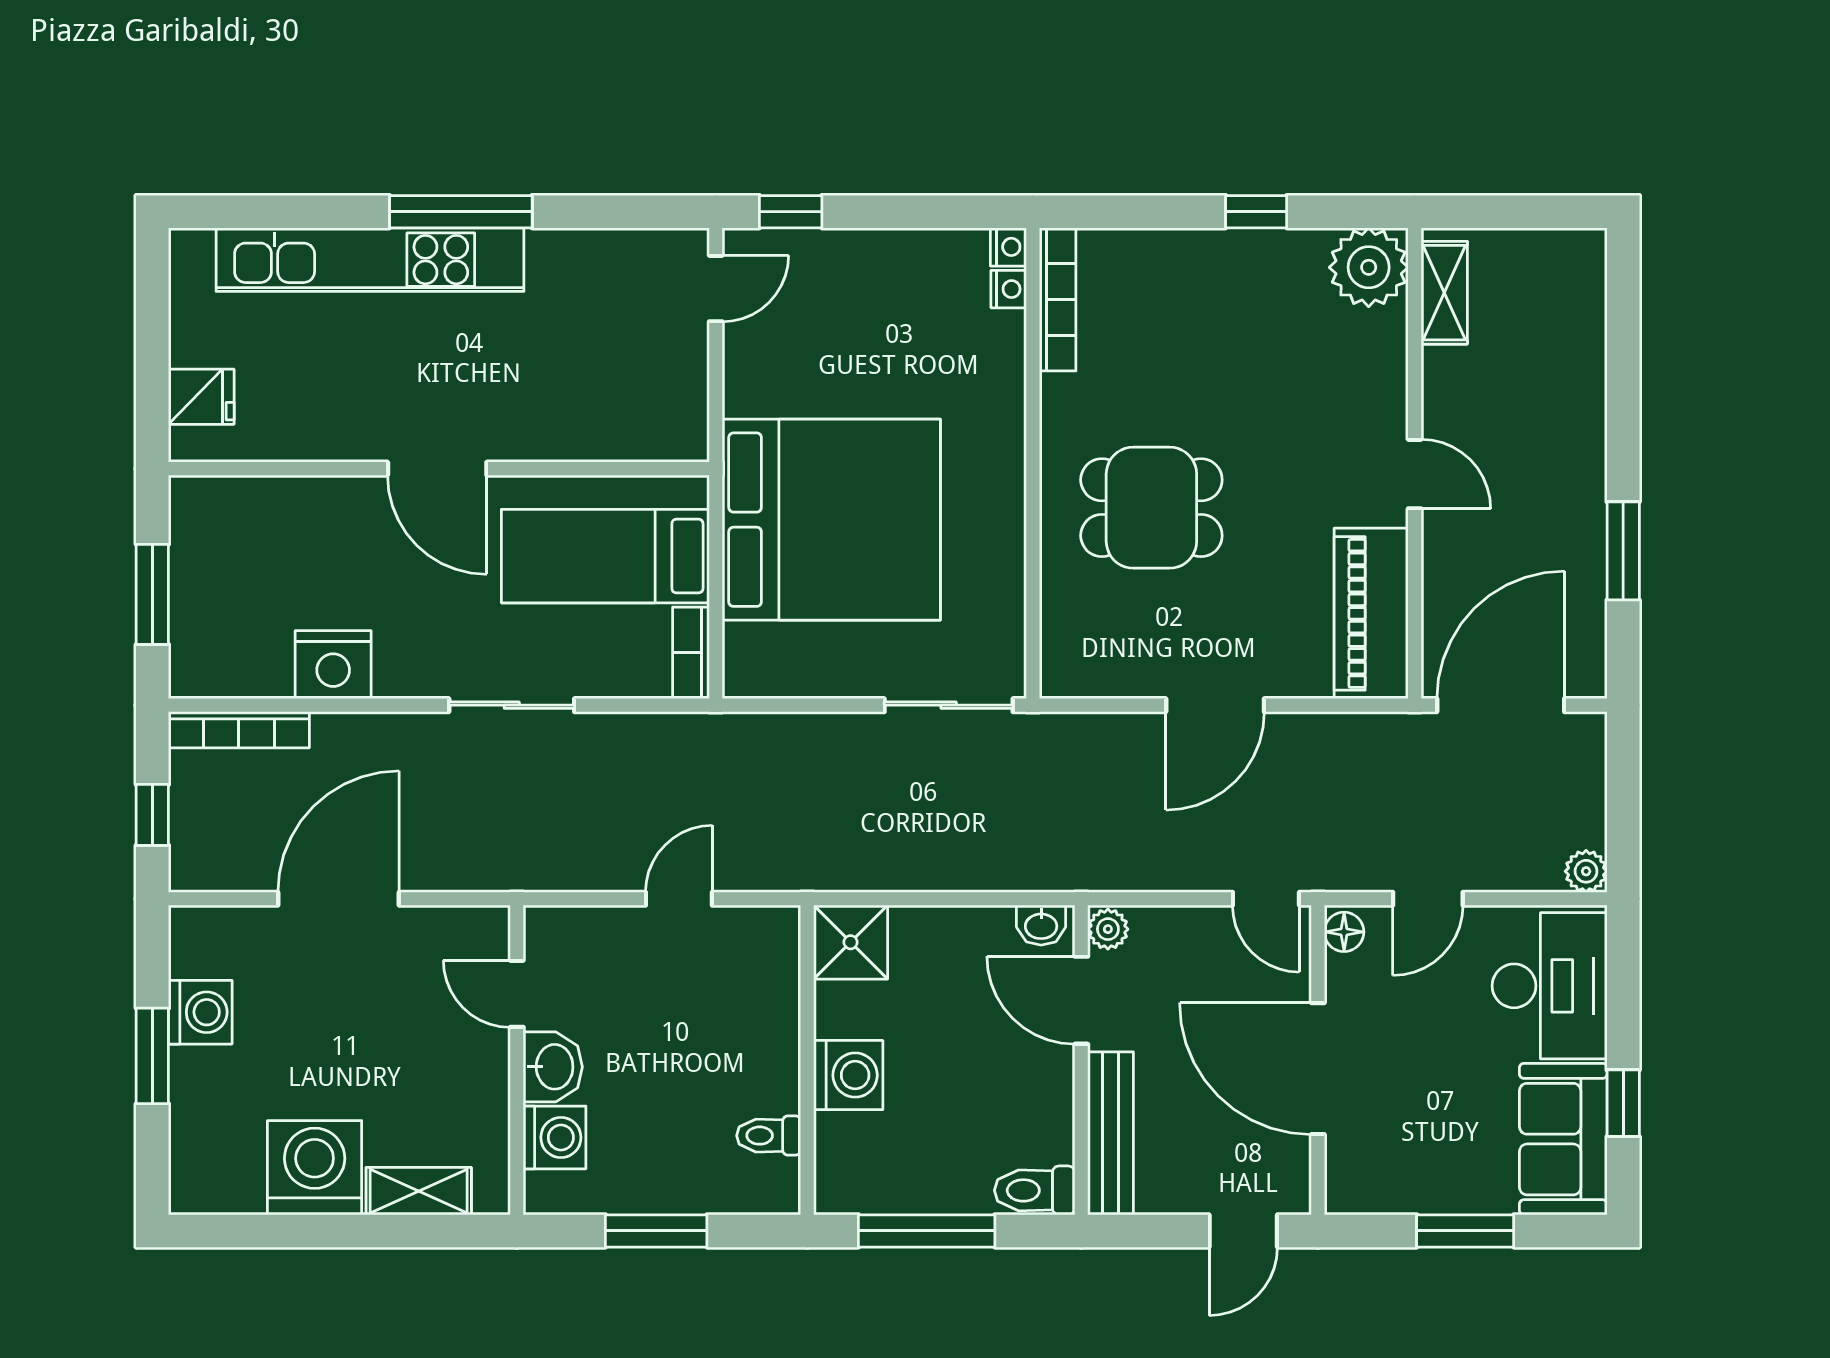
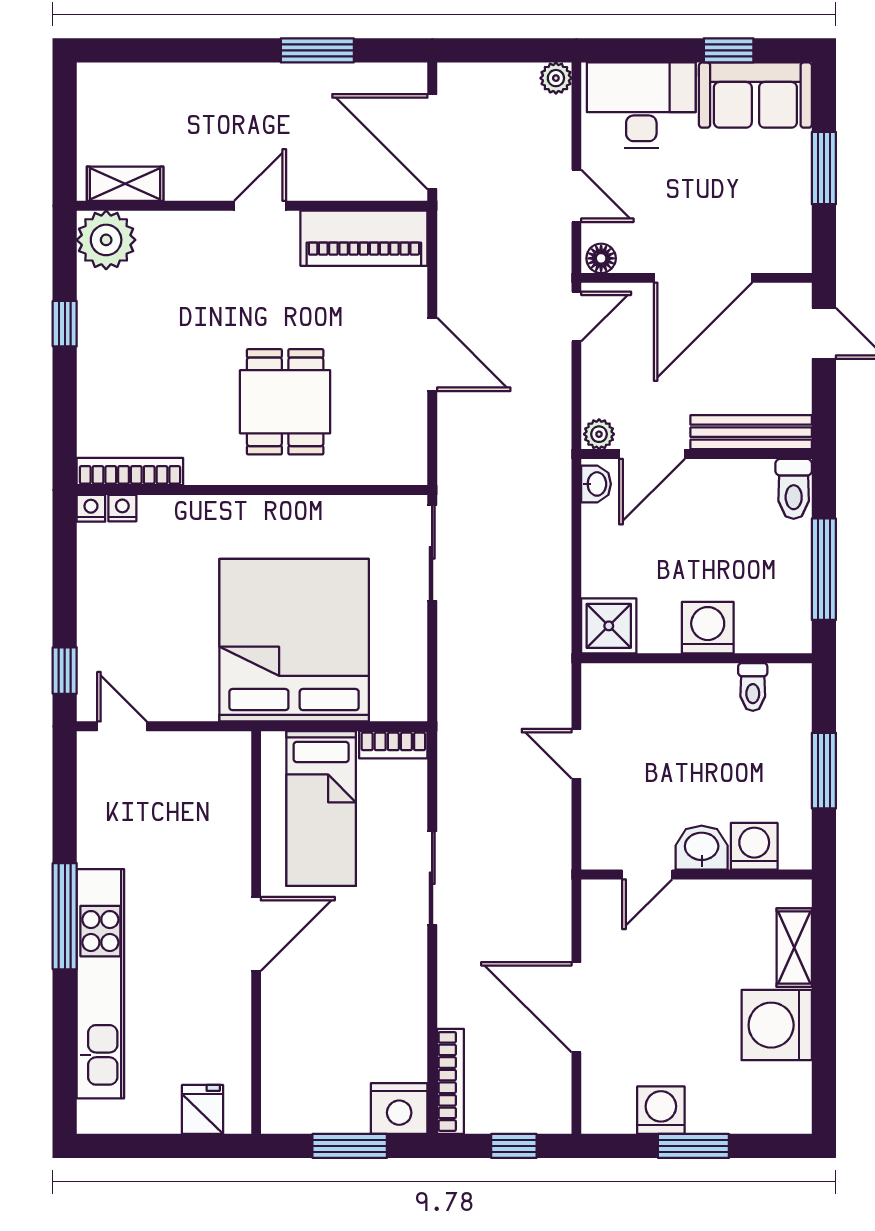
nightstand: (333, 665) -> (399, 1109), moved, turned 90

